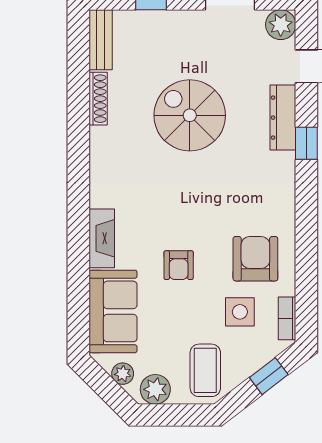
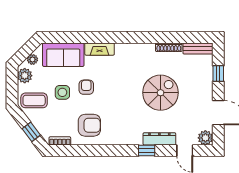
armchair: (179, 265) -> (86, 87), turned 90
side table: (240, 312) -> (62, 92), moved

